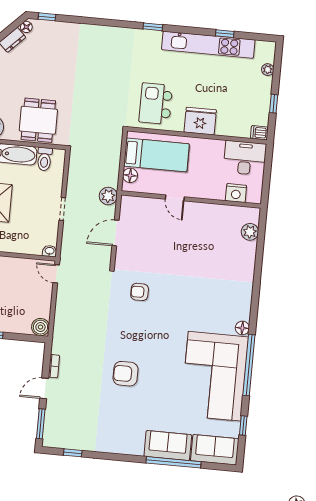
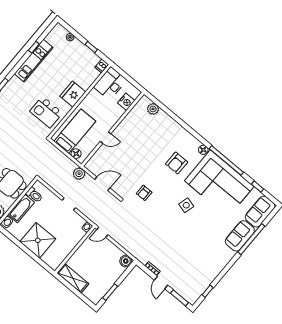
kitchen unit: (208, 45) -> (34, 61), width x0.73
door: (115, 233) -> (102, 184), swing flipped
side table: (160, 354) -> (186, 205), added
armchair: (126, 374) -> (177, 163), moved

